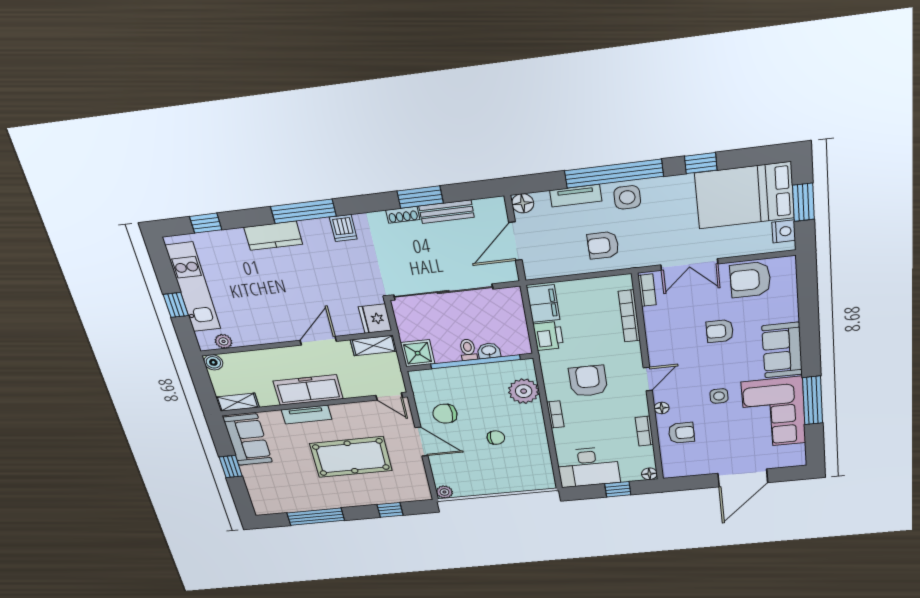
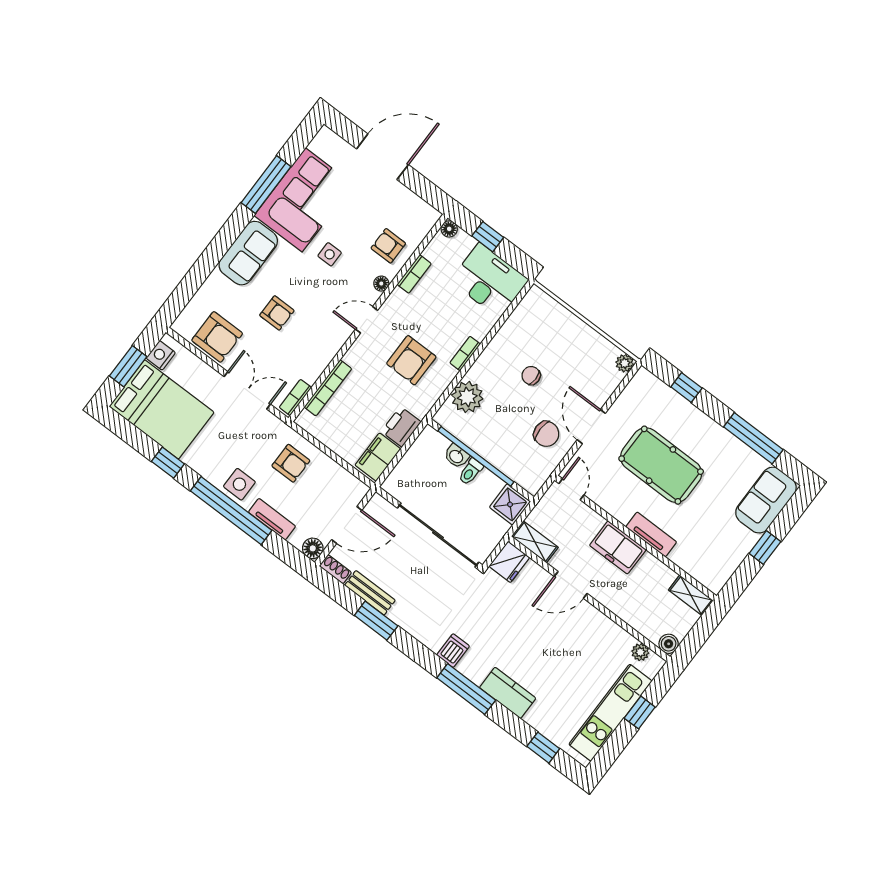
shoe rack: (403, 215) -> (335, 569), moved
freezer: (308, 390) -> (618, 547), width x0.71
sofa: (248, 440) -> (766, 500), moved

